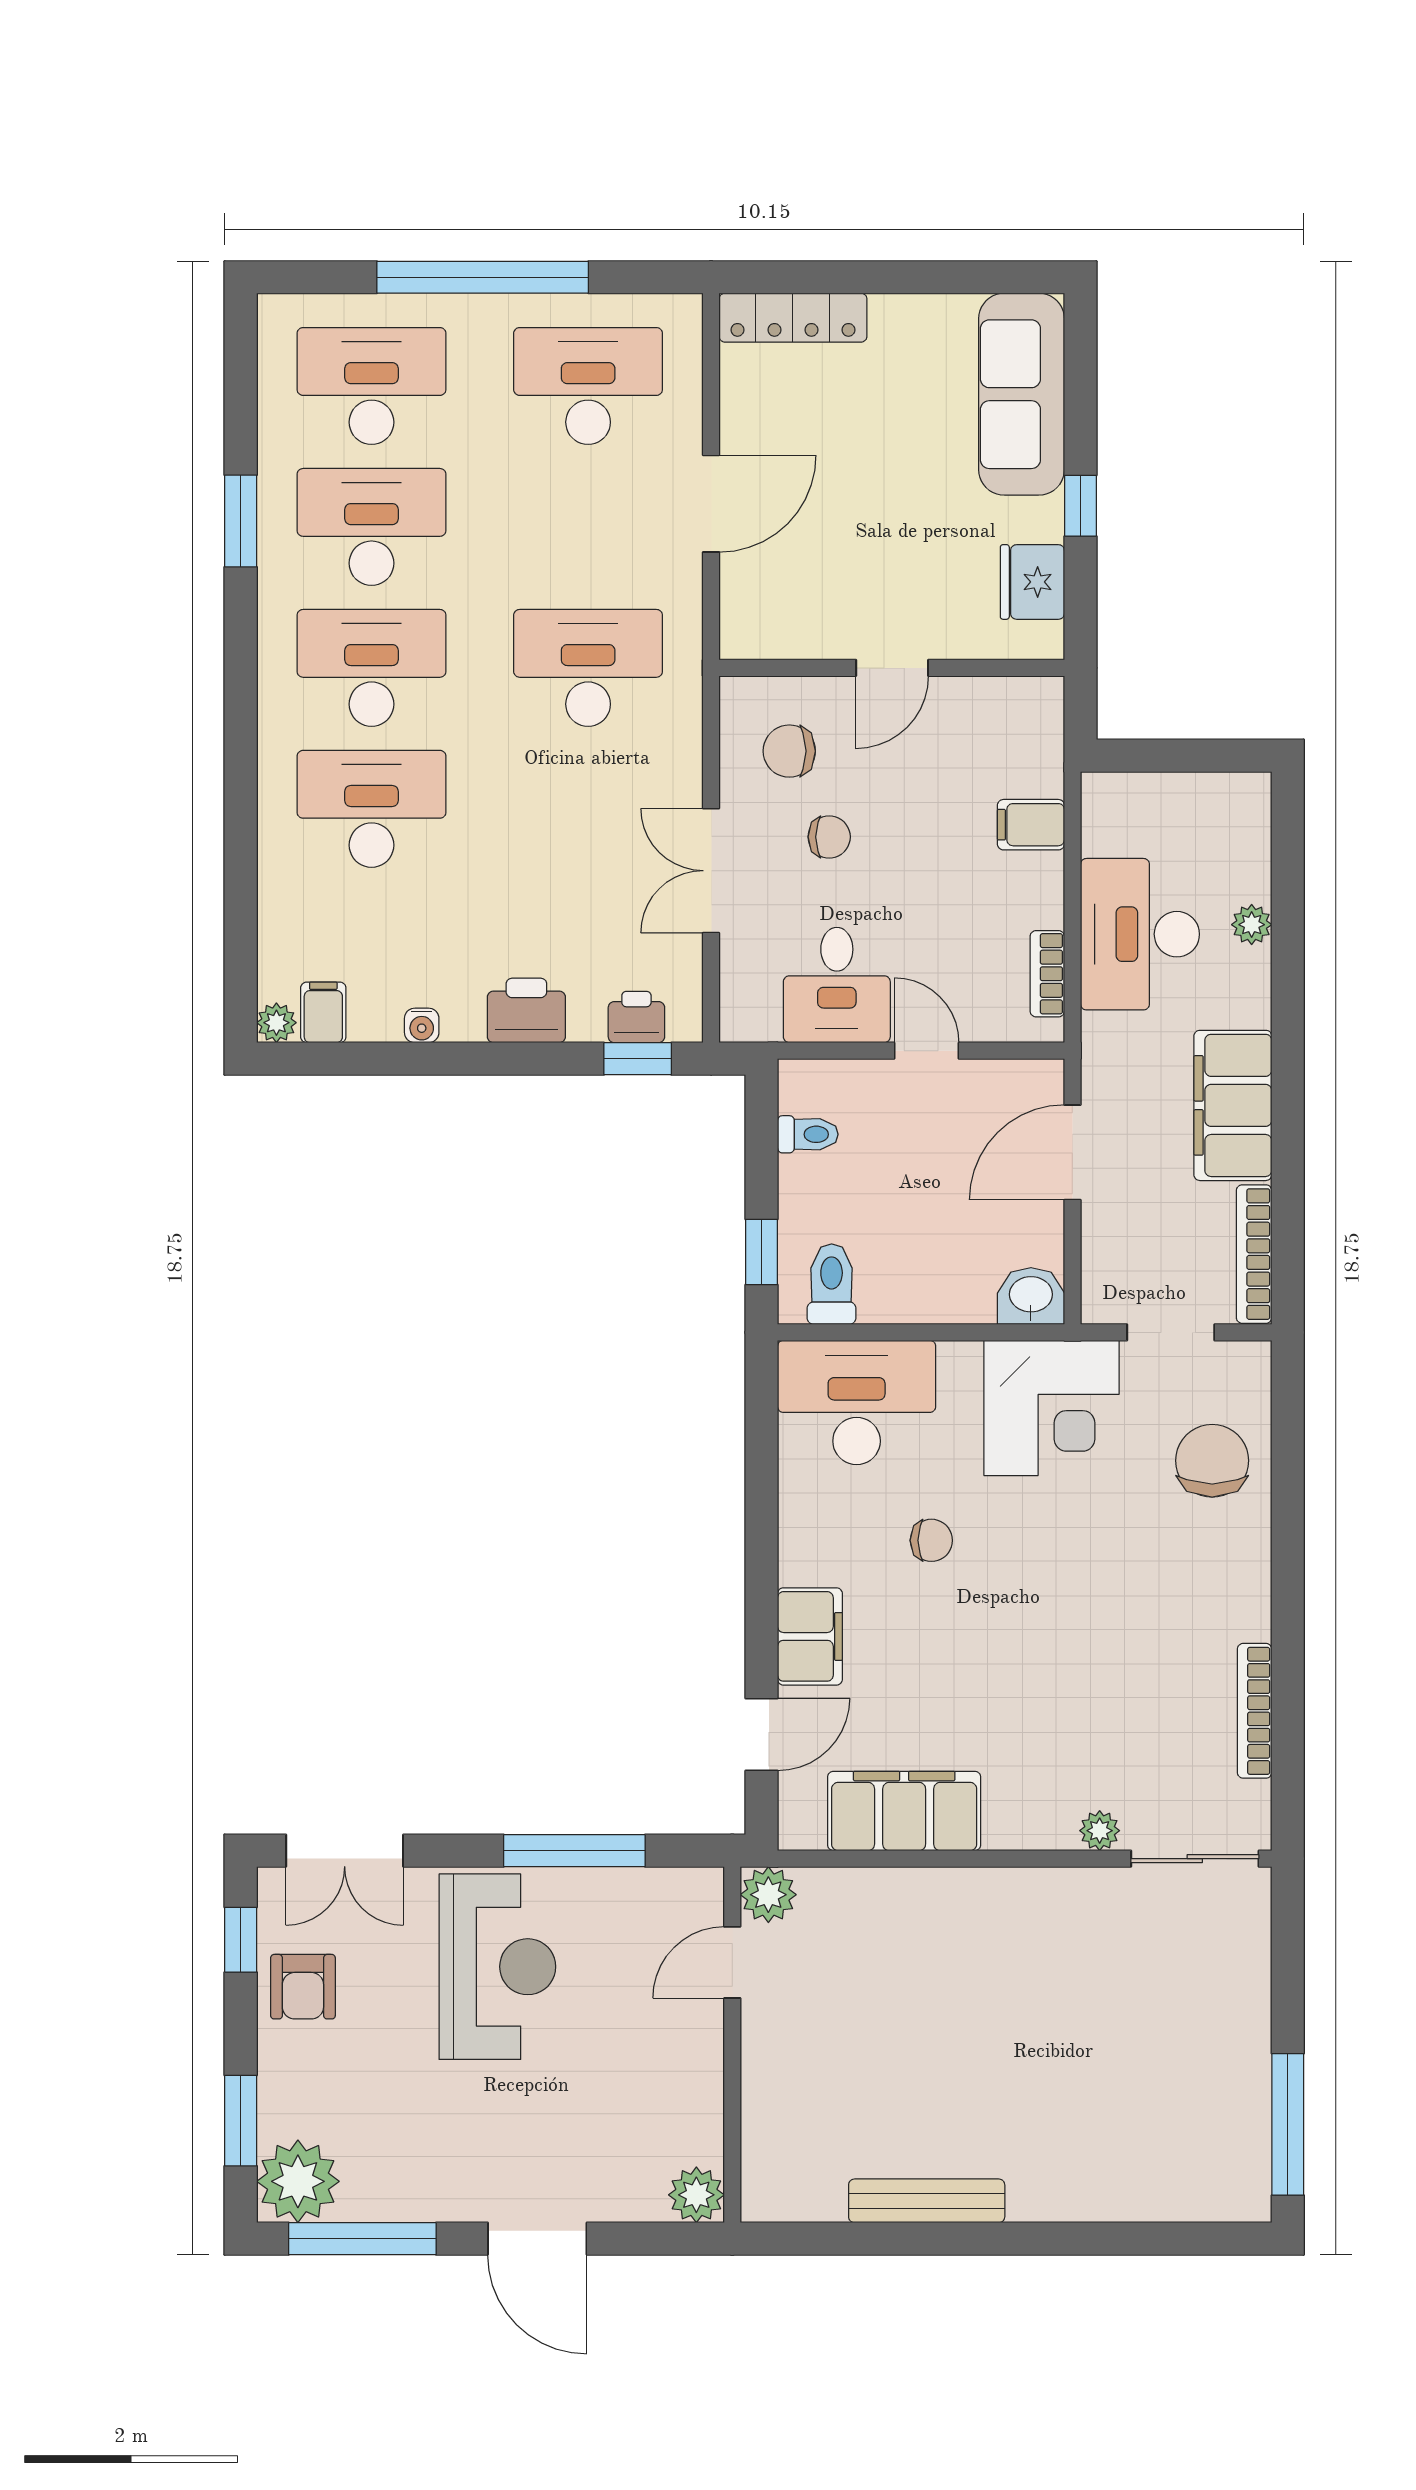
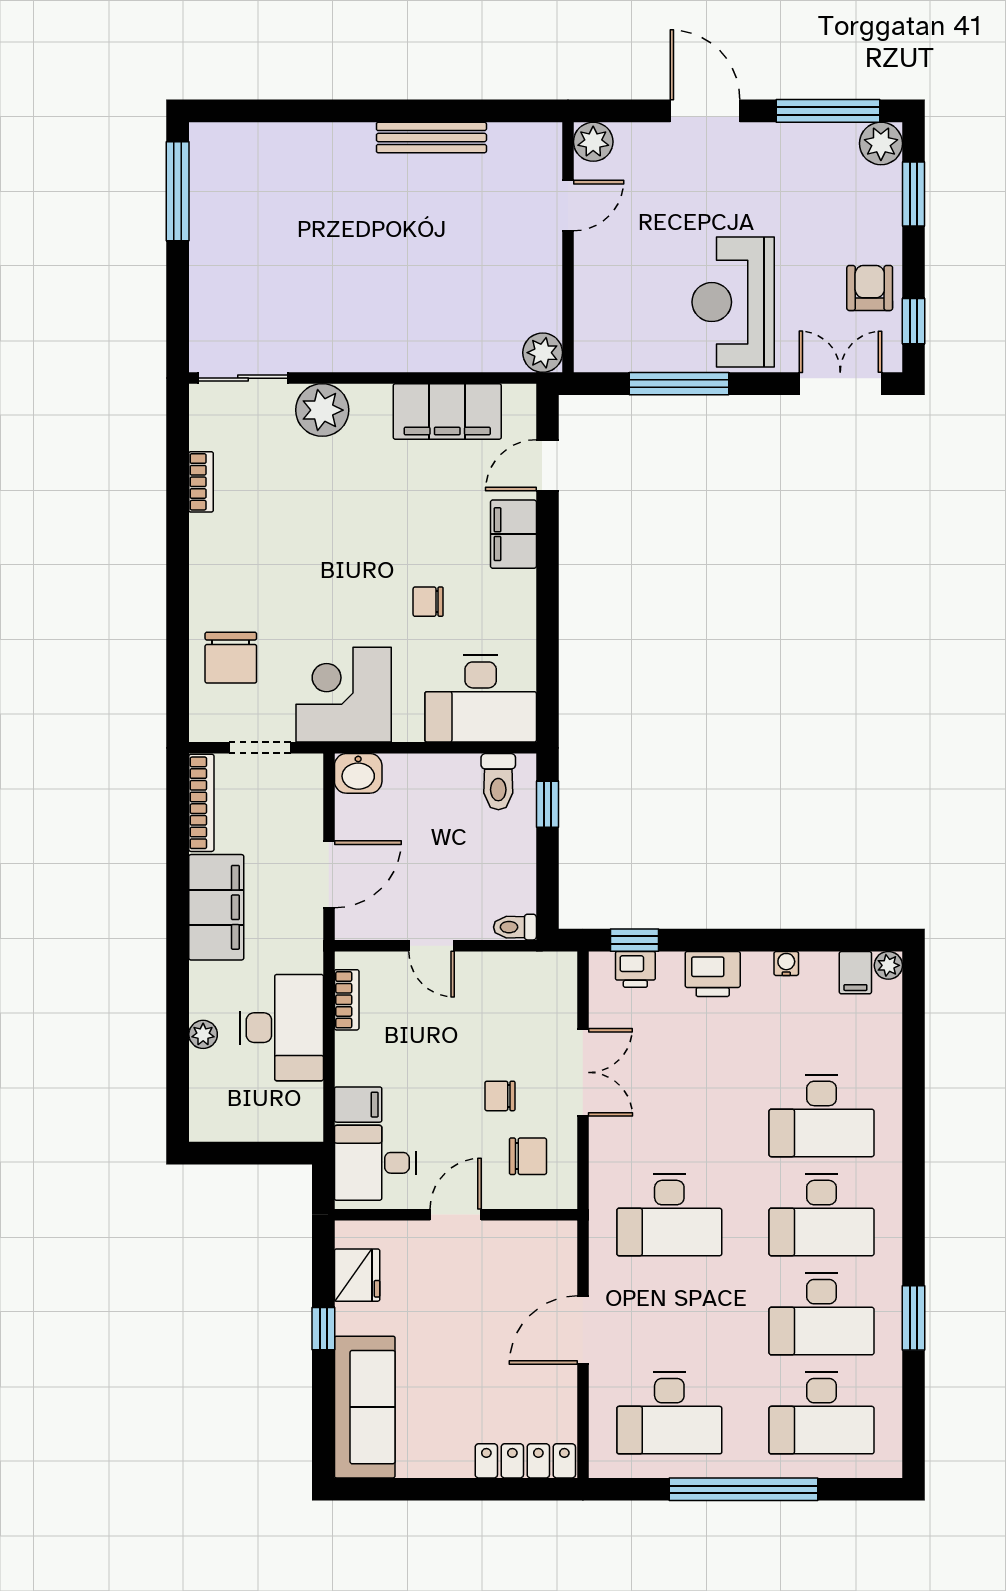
desk: (837, 985) -> (375, 1163), moved, turned -90
toilet: (808, 1134) -> (515, 927), moved
bookcase: (1255, 1711) -> (201, 482), width x0.64
plant: (1100, 1831) -> (322, 410), width x1.88, depth x1.88
door: (732, 1962) -> (568, 206), moved
plant: (298, 2181) -> (881, 143), width x0.73, depth x0.73

